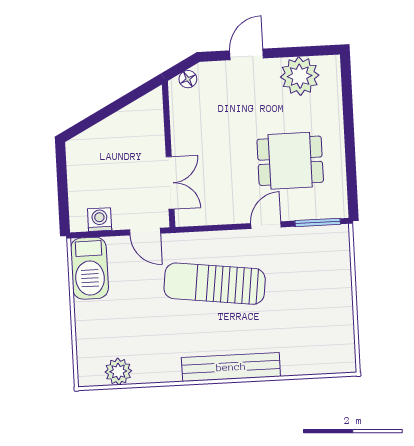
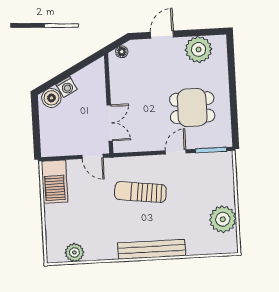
boiler: (85, 146) -> (51, 98), added
washing machine: (100, 220) -> (67, 87), moved, turned 152
sun lounger: (215, 284) -> (140, 192), width x0.73, depth x0.75
plant: (335, 323) -> (223, 219), added

